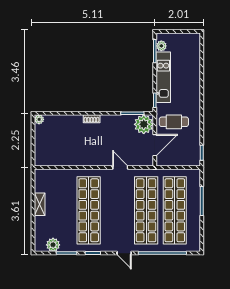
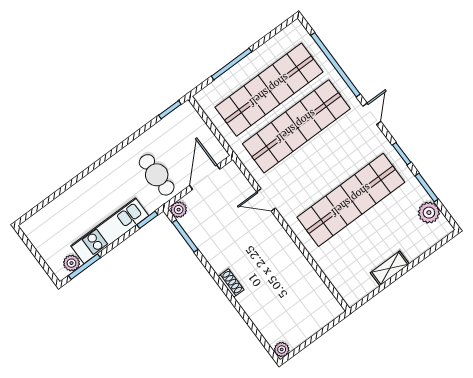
plant: (144, 124) -> (179, 210), width x0.53, depth x0.53
door: (155, 145) -> (205, 177), hinge flipped
door: (120, 167) -> (266, 200), hinge flipped

